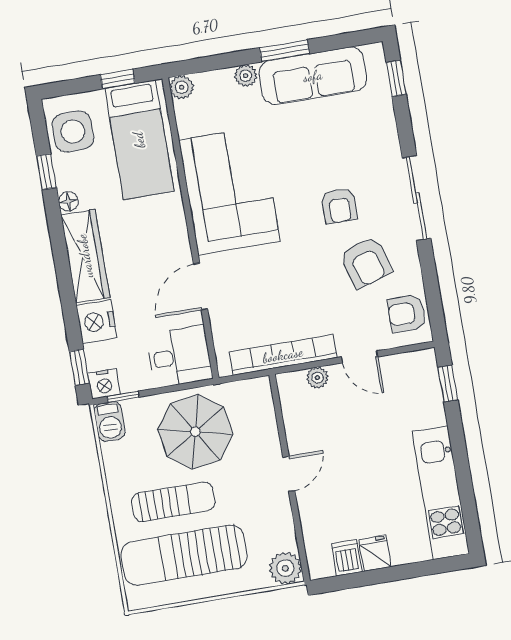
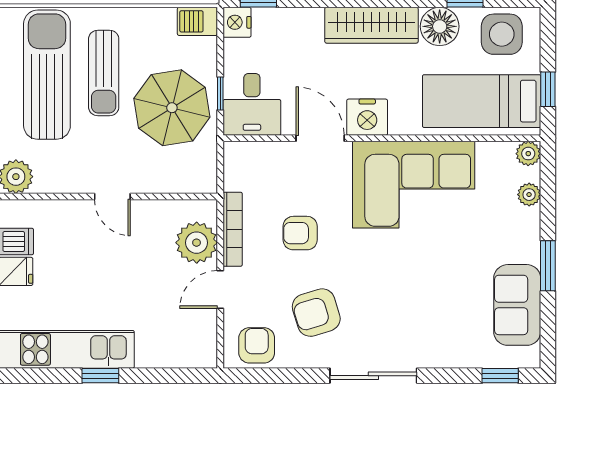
plant: (246, 76) -> (529, 195), moved
sofa: (313, 76) -> (517, 305), width x0.73
floor lamp: (68, 201) -> (440, 26), width x1.89, depth x1.89
armchair: (339, 206) -> (300, 233), moved
nightstand: (97, 322) -> (367, 117), moved, turned 180
bookcase: (283, 355) -> (233, 229), width x0.68, depth x0.76
plant: (317, 378) -> (197, 243), width x1.88, depth x1.88
window: (448, 383) -> (100, 376), moved
window: (123, 397) -> (220, 93), moved

